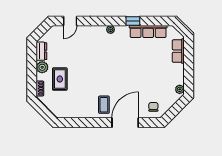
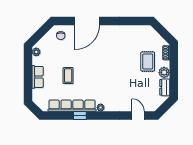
door: (70, 21) -> (138, 115), hinge flipped
row of seats: (148, 32) -> (72, 106), width x1.36
row of seats: (178, 51) -> (38, 77), moved
coffee table: (104, 105) -> (68, 76), moved

